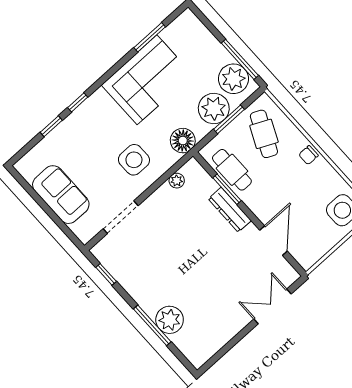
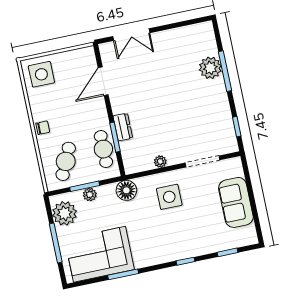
window: (150, 37) -> (123, 274), moved
window: (240, 59) -> (56, 243), moved
corner sofa: (147, 80) -> (99, 254), moved
plant: (214, 108) -> (90, 195), width x0.53, depth x0.53
window: (51, 126) -> (228, 252), moved
plant: (177, 181) -> (160, 162), moved
dresser: (230, 210) -> (123, 127), width x0.70

